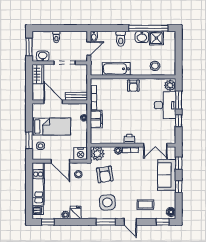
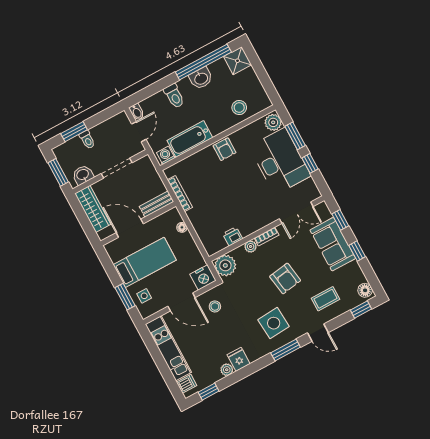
window: (51, 28) -> (74, 132), added
shower: (156, 38) -> (238, 61), moved
washing machine: (97, 71) -> (166, 155), added
wardrobe: (38, 74) -> (93, 209), width x1.50
desk: (165, 105) -> (280, 161), width x1.36, depth x1.30
filing cabinet: (96, 119) -> (199, 220), removed
printer: (129, 139) -> (233, 236), moved
armchair: (105, 174) -> (285, 278), moved

